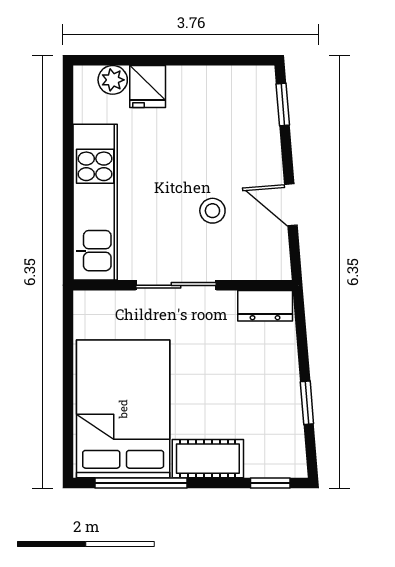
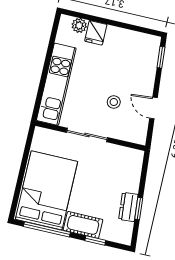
dresser: (265, 306) -> (128, 207), moved, turned 85
window: (270, 483) -> (95, 241), moved

